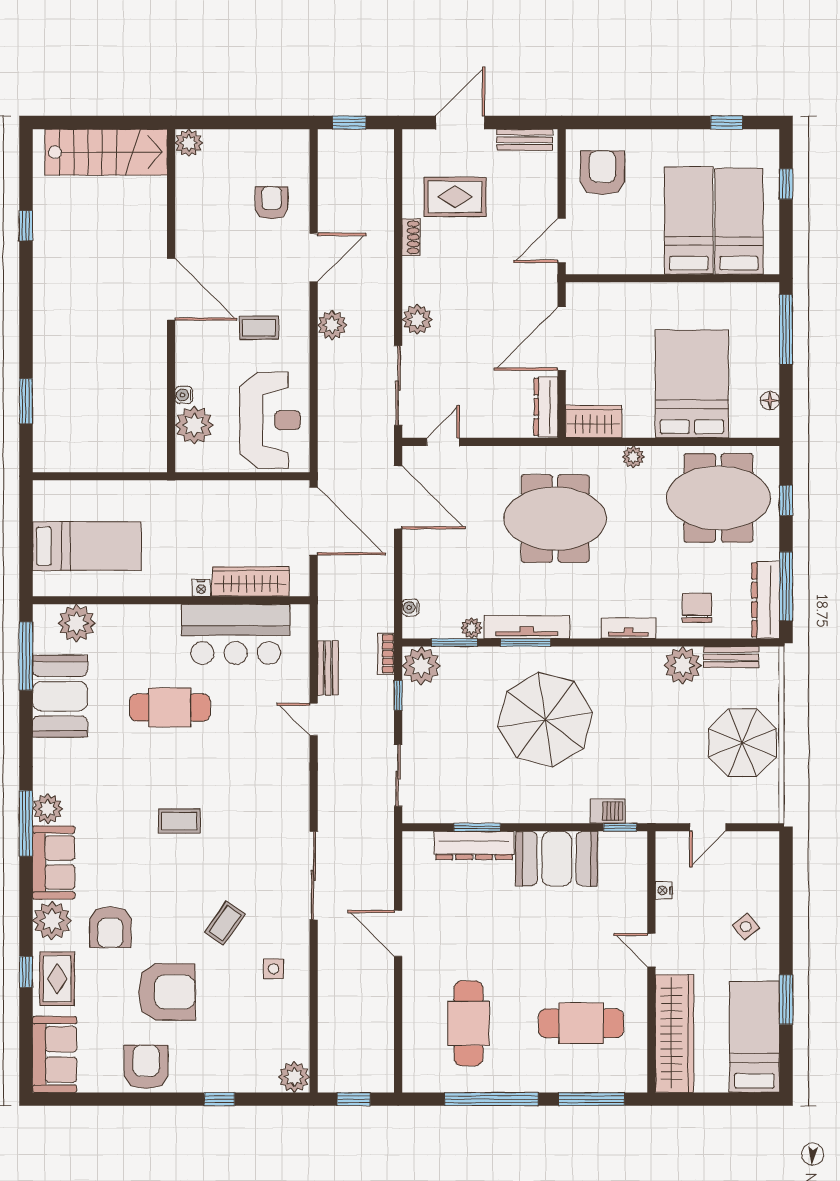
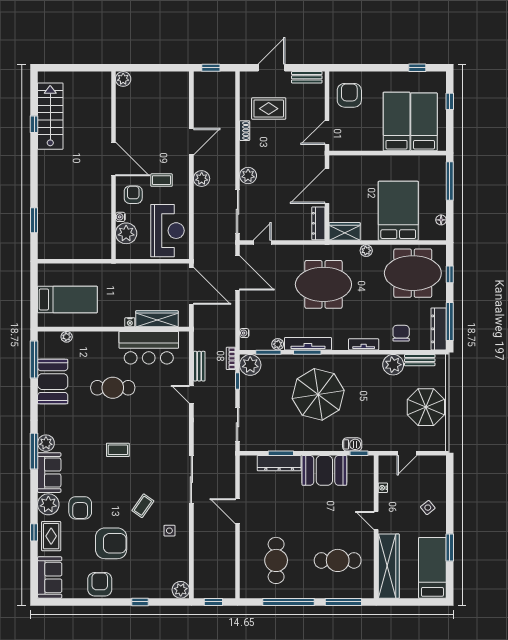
stairs: (106, 152) -> (50, 116), moved, turned -90
armchair: (272, 203) -> (133, 195), moved
plant: (77, 623) -> (67, 337), width x0.53, depth x0.53

